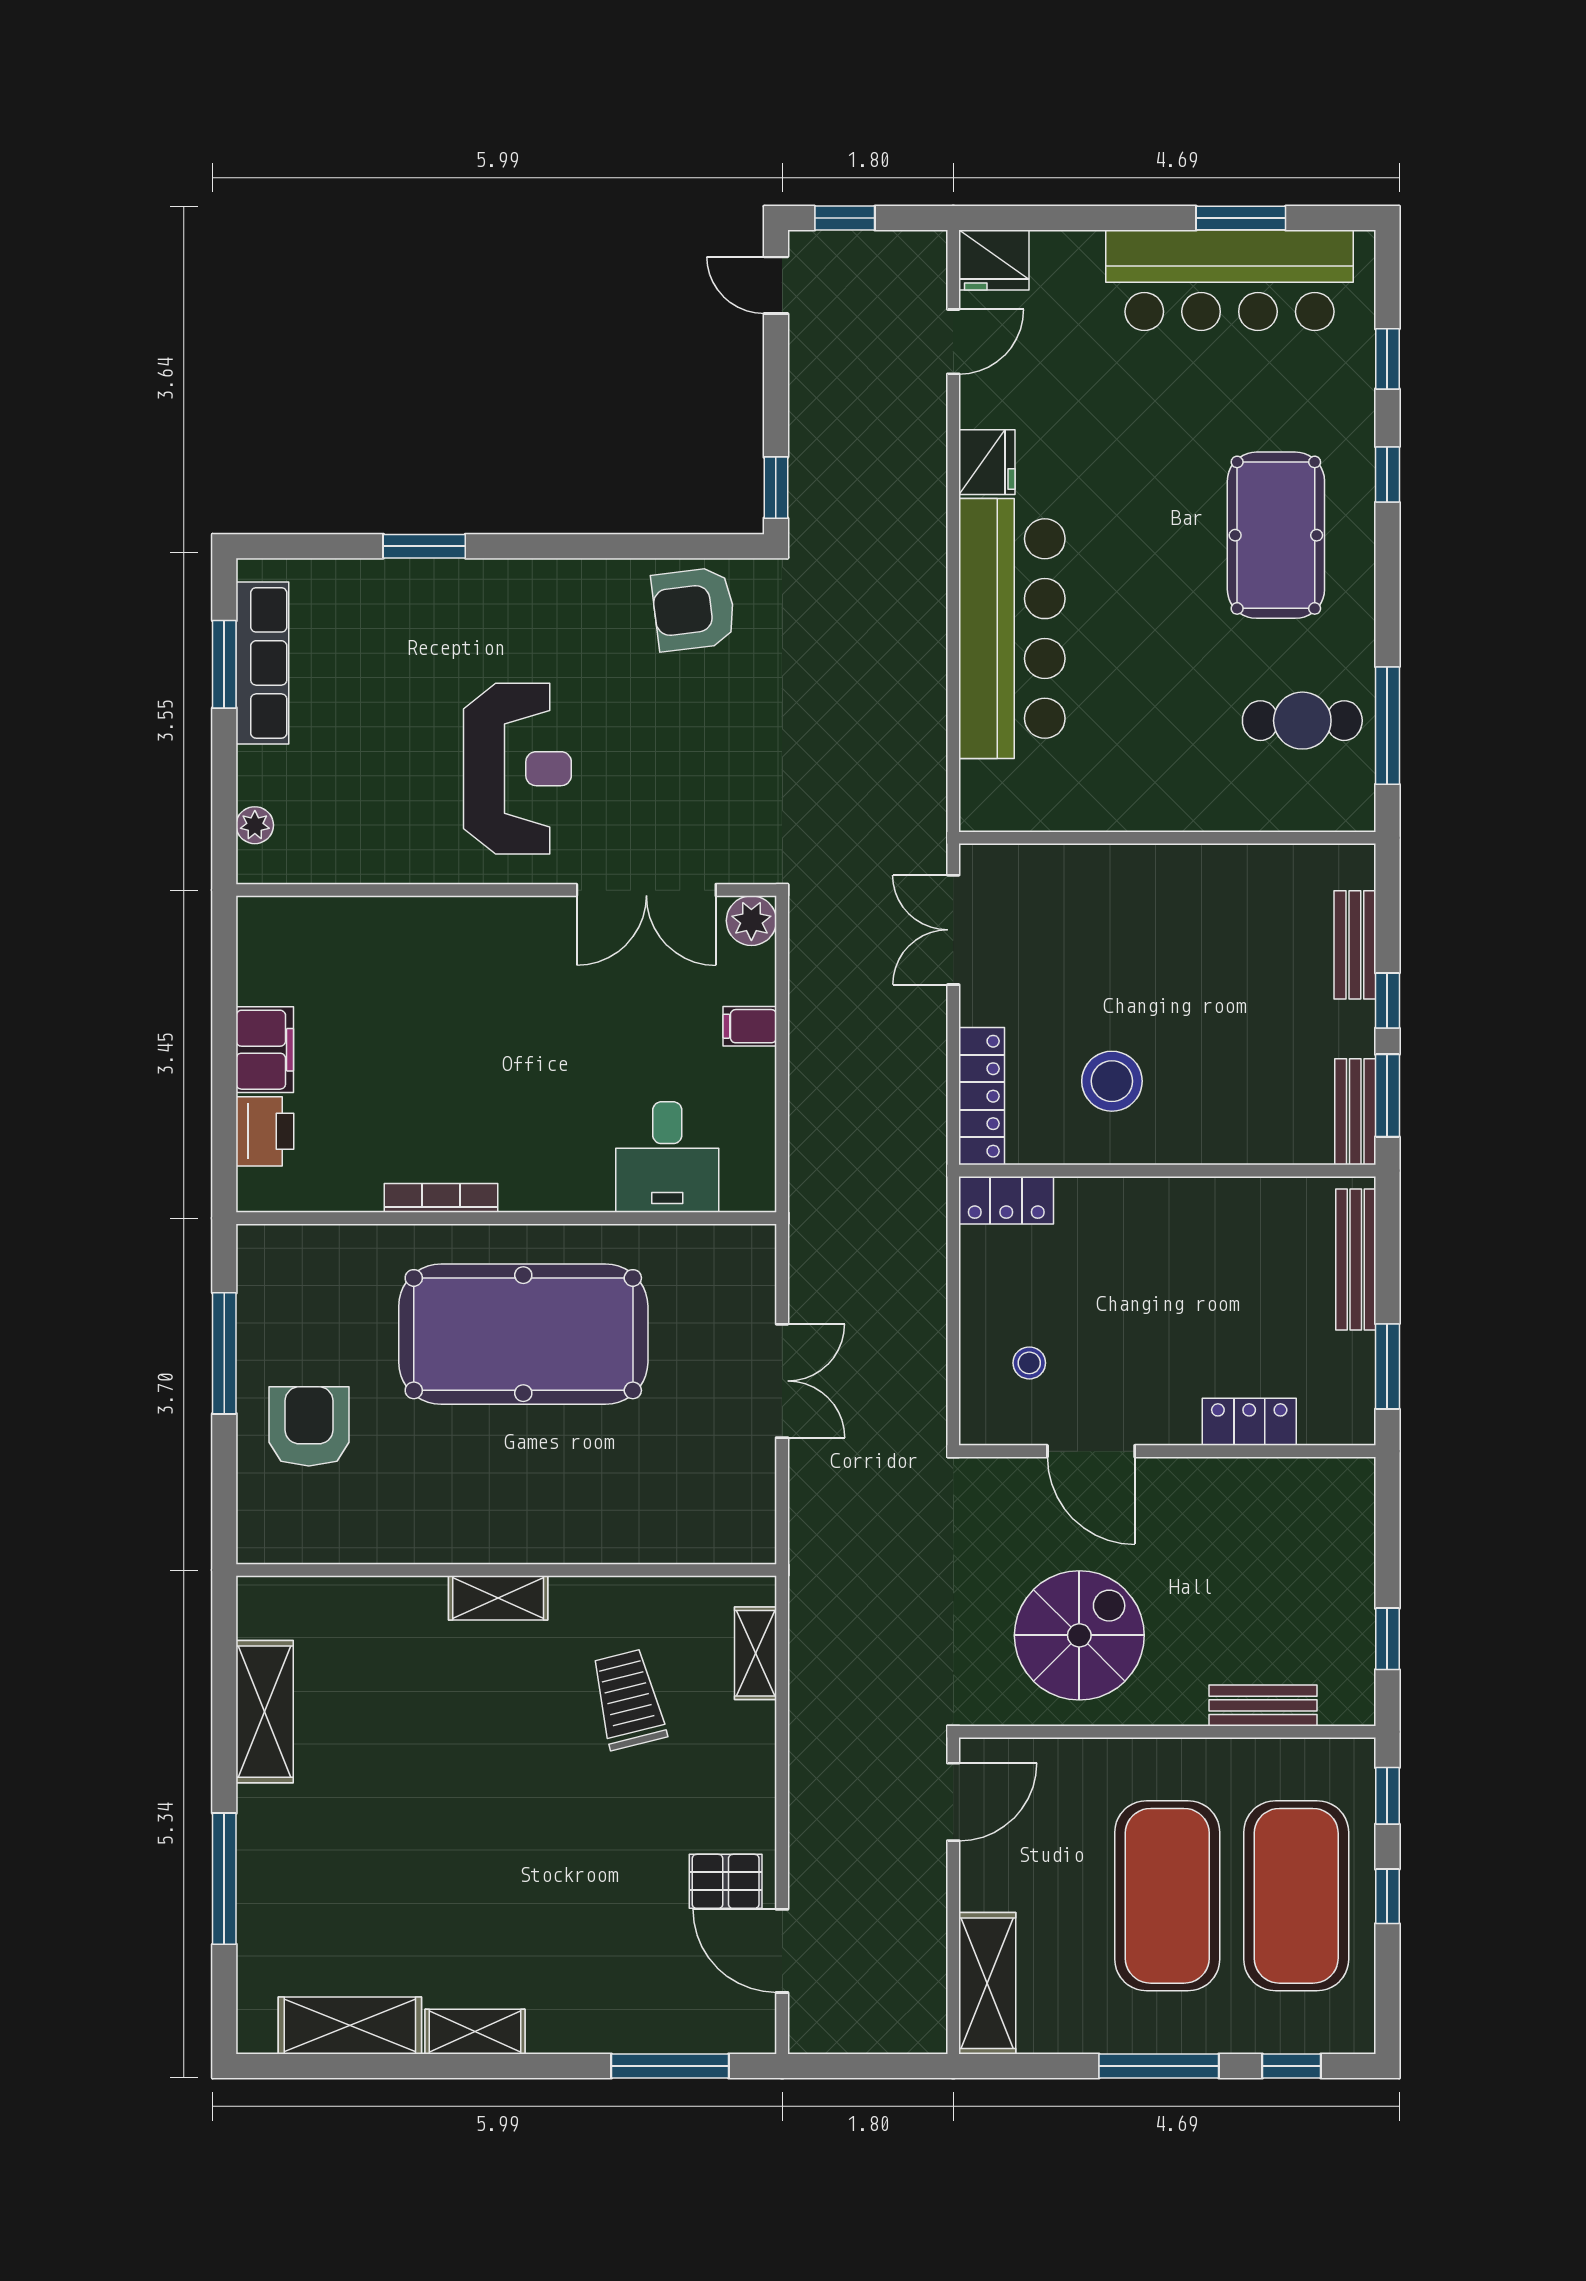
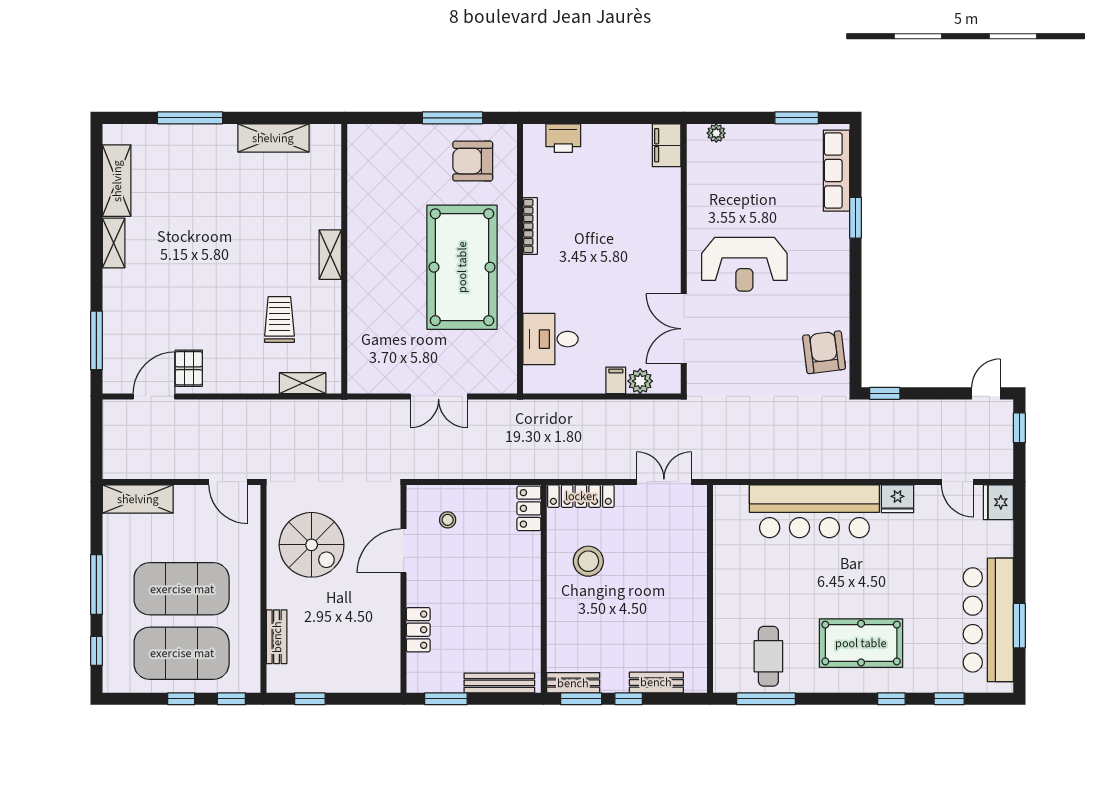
row of seats: (262, 663) -> (836, 171), moved, turned 90
plant: (751, 921) -> (640, 381), moved
filing cabinet: (265, 1050) -> (667, 145), moved, turned 90
armchair: (309, 1426) -> (473, 161), moved, turned 180
trolley: (628, 1700) -> (279, 320), turned -76

